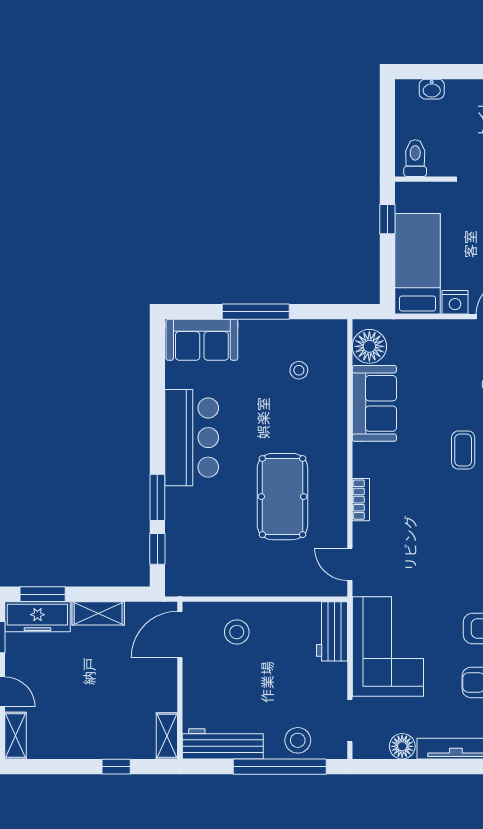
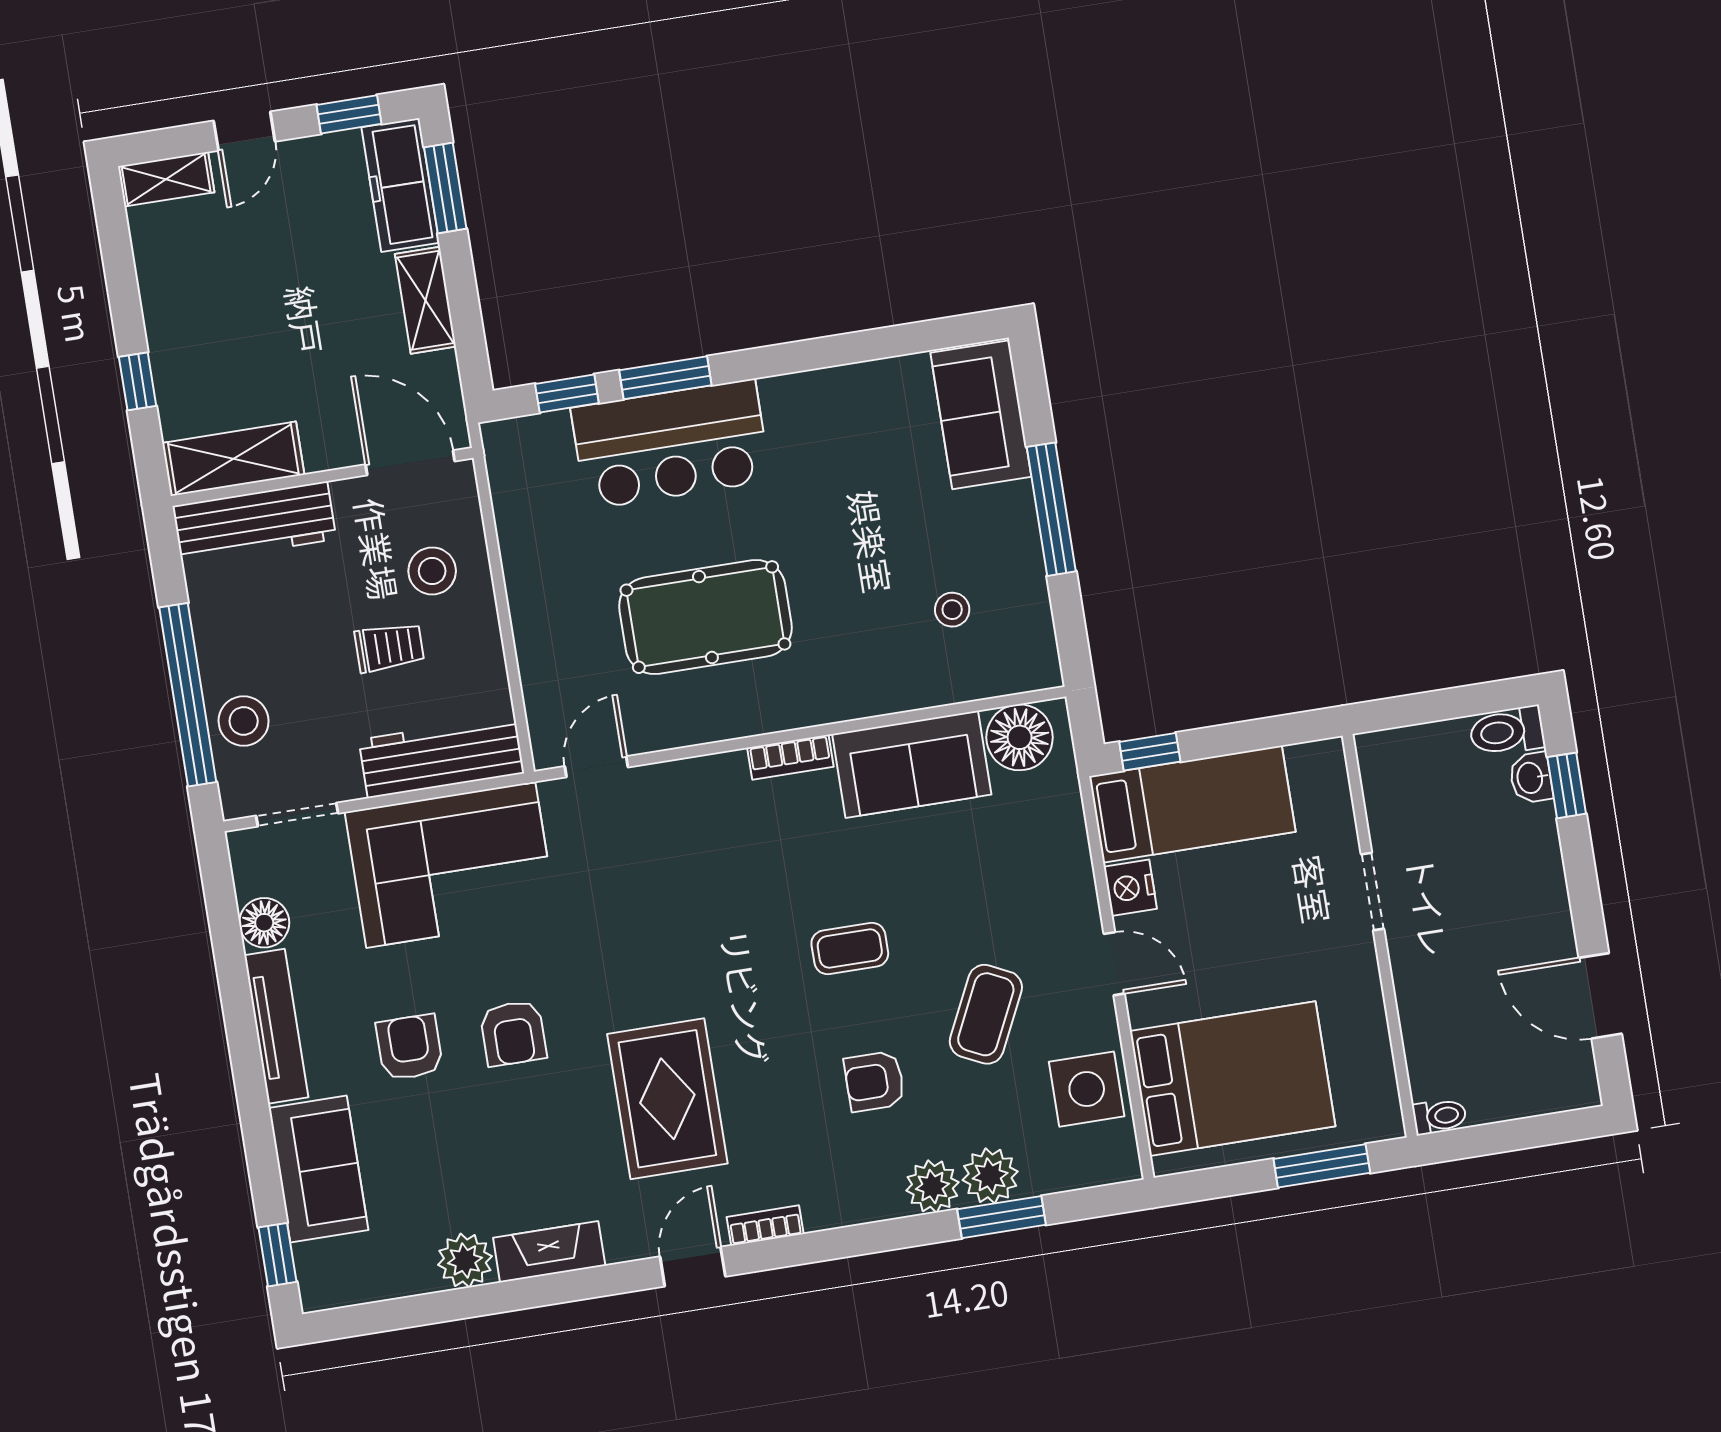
window: (439, 72) -> (1567, 785), added
toilet: (415, 158) -> (1507, 731), moved, turned 180
window: (387, 219) -> (1150, 752), moved
bar counter: (192, 438) -> (671, 444), moved
bookcase: (361, 500) -> (790, 757), moved
workbench: (332, 631) -> (441, 756), width x1.38
trolley: (272, 660) -> (389, 647), added
shelving: (167, 736) -> (233, 459), width x1.50, depth x1.33
workbench: (223, 744) -> (254, 523), moved, turned 90

